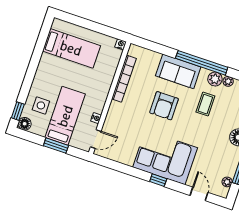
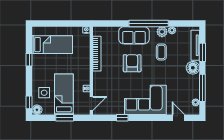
window: (36, 58) -> (29, 60), added
armchair: (164, 106) -> (132, 63), turned 180
window: (158, 180) -> (122, 118), moved

